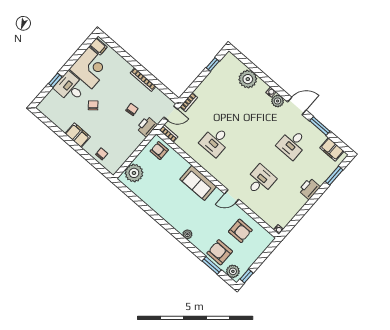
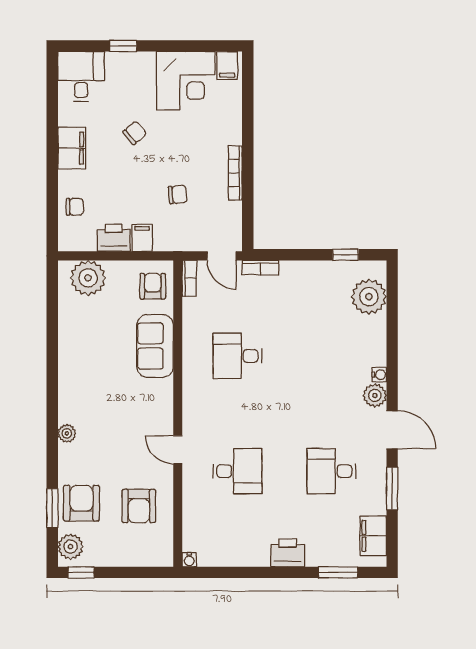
plant: (248, 79) -> (369, 297), moved
desk: (70, 87) -> (81, 77), moved
printer: (147, 127) -> (114, 238), moved
filing cabinet: (137, 138) -> (142, 238), added
sofa: (198, 183) -> (155, 346), moved

